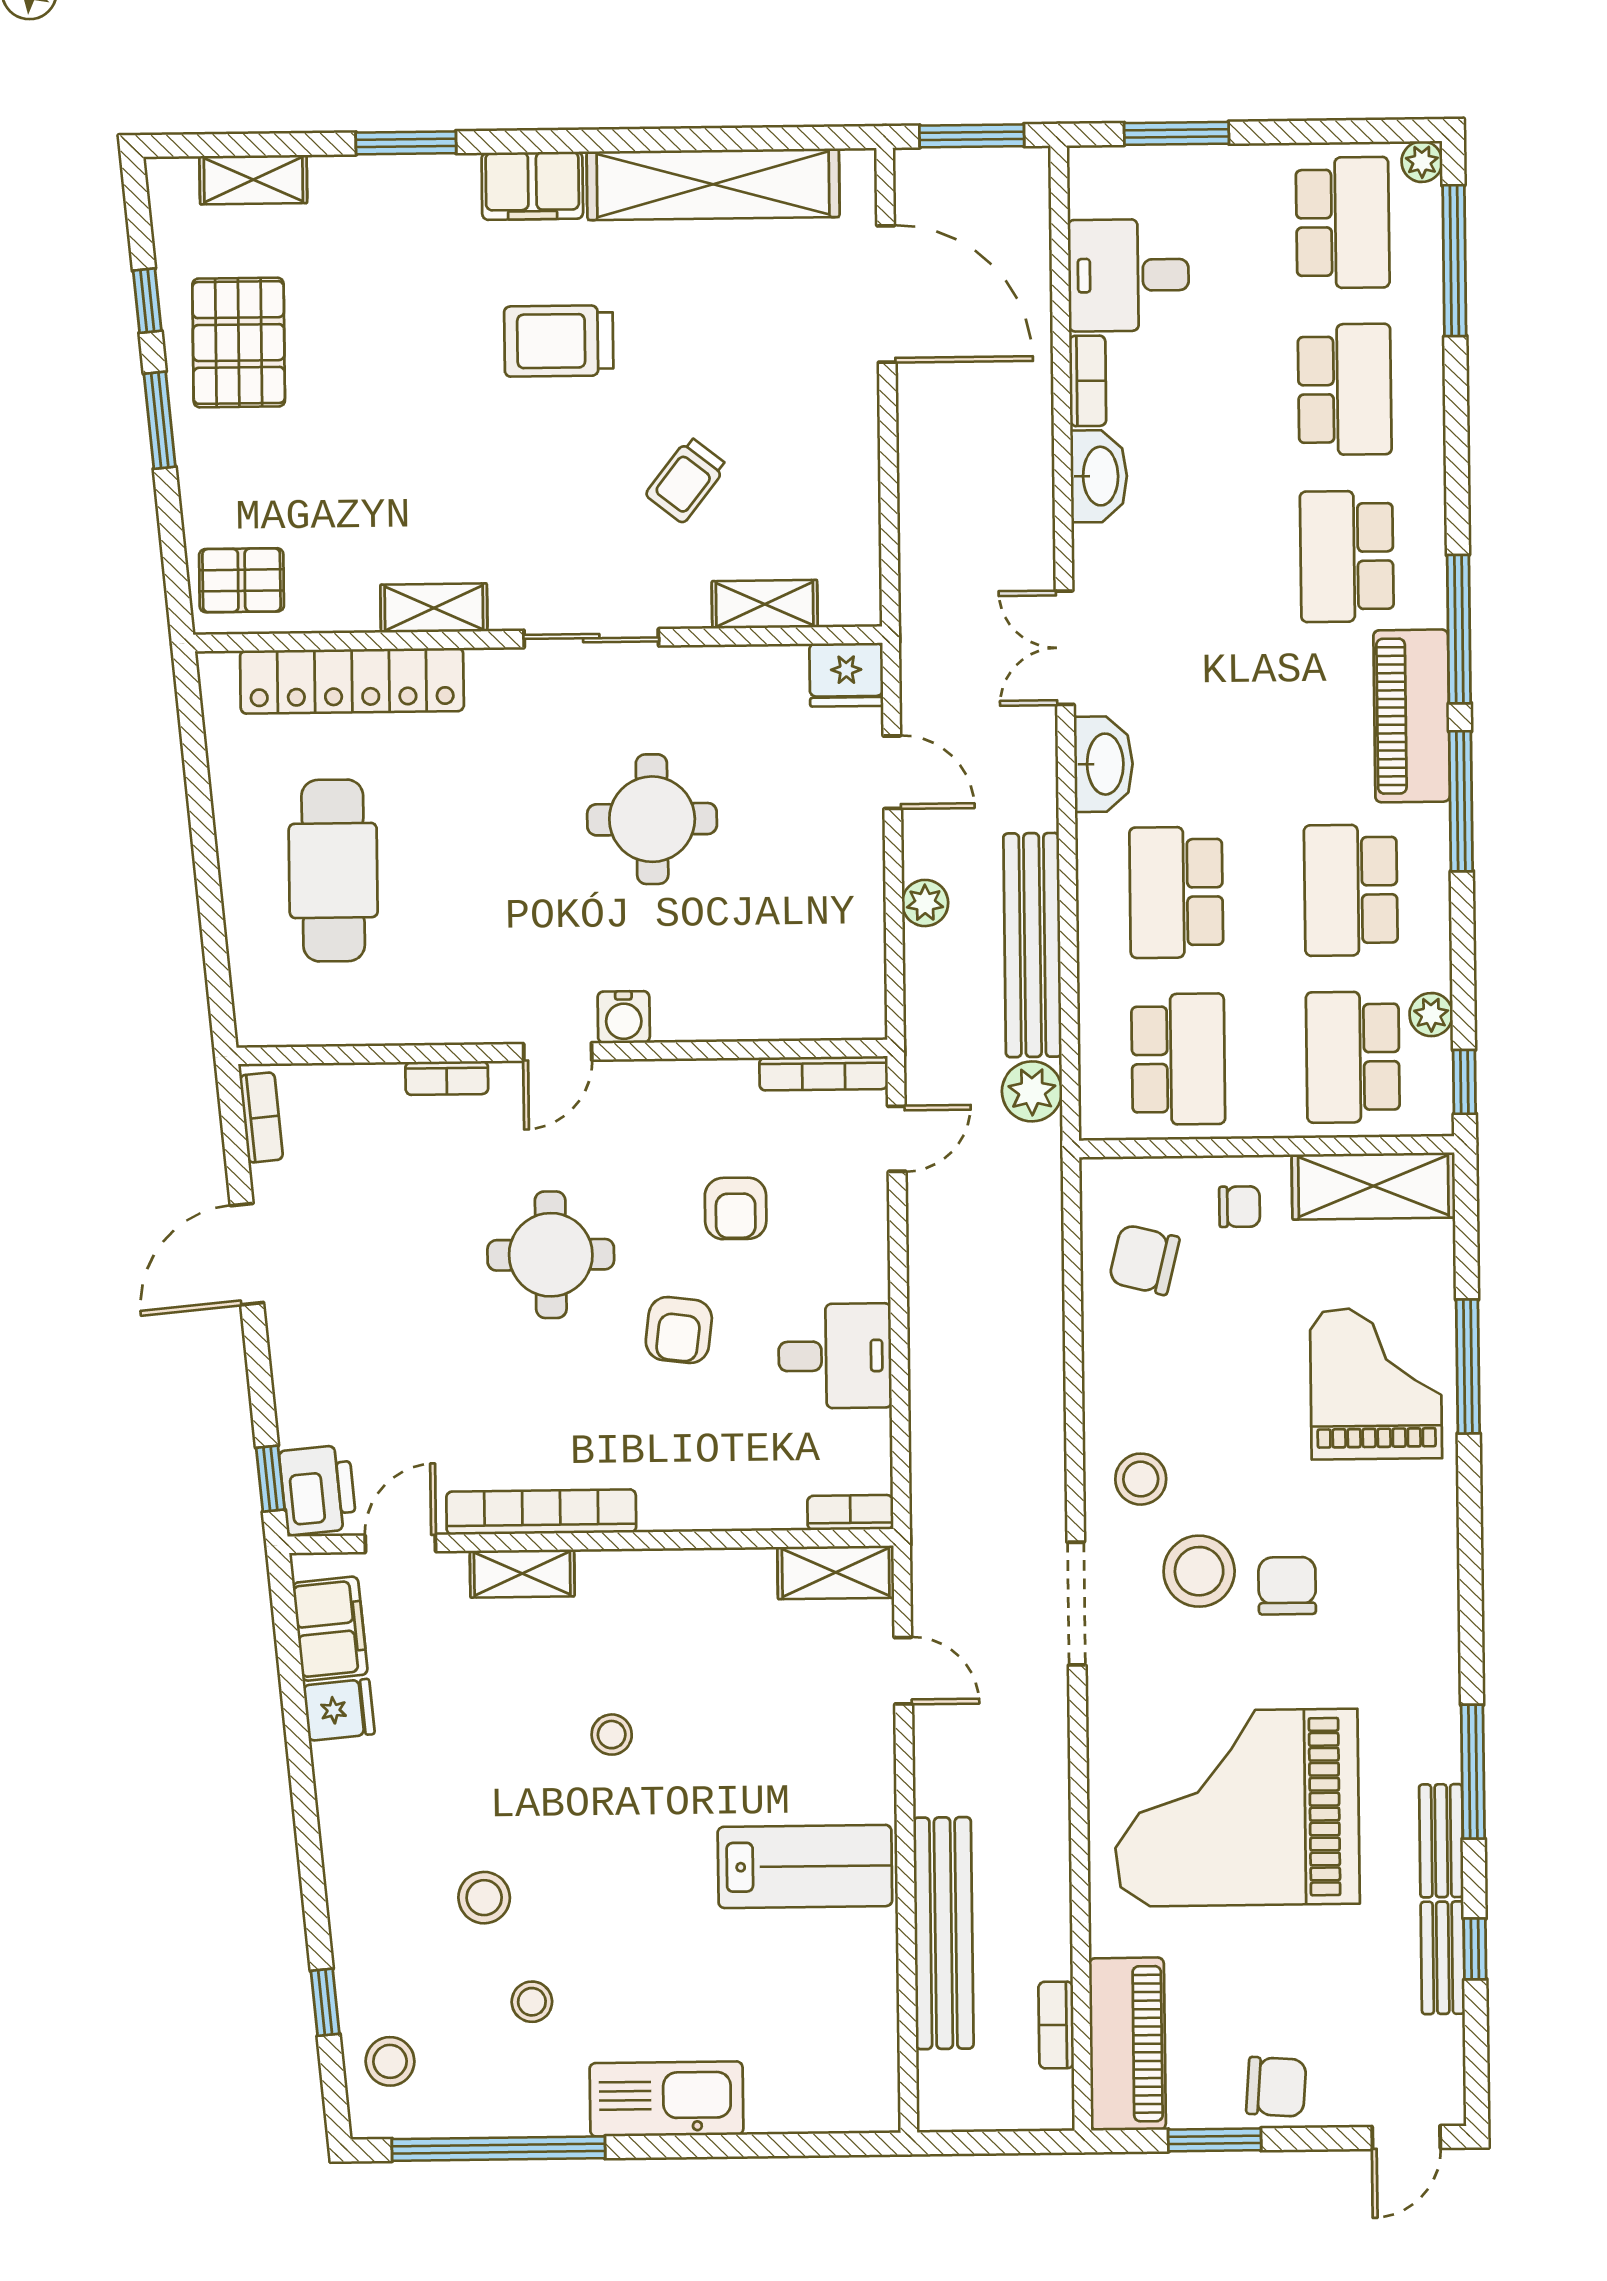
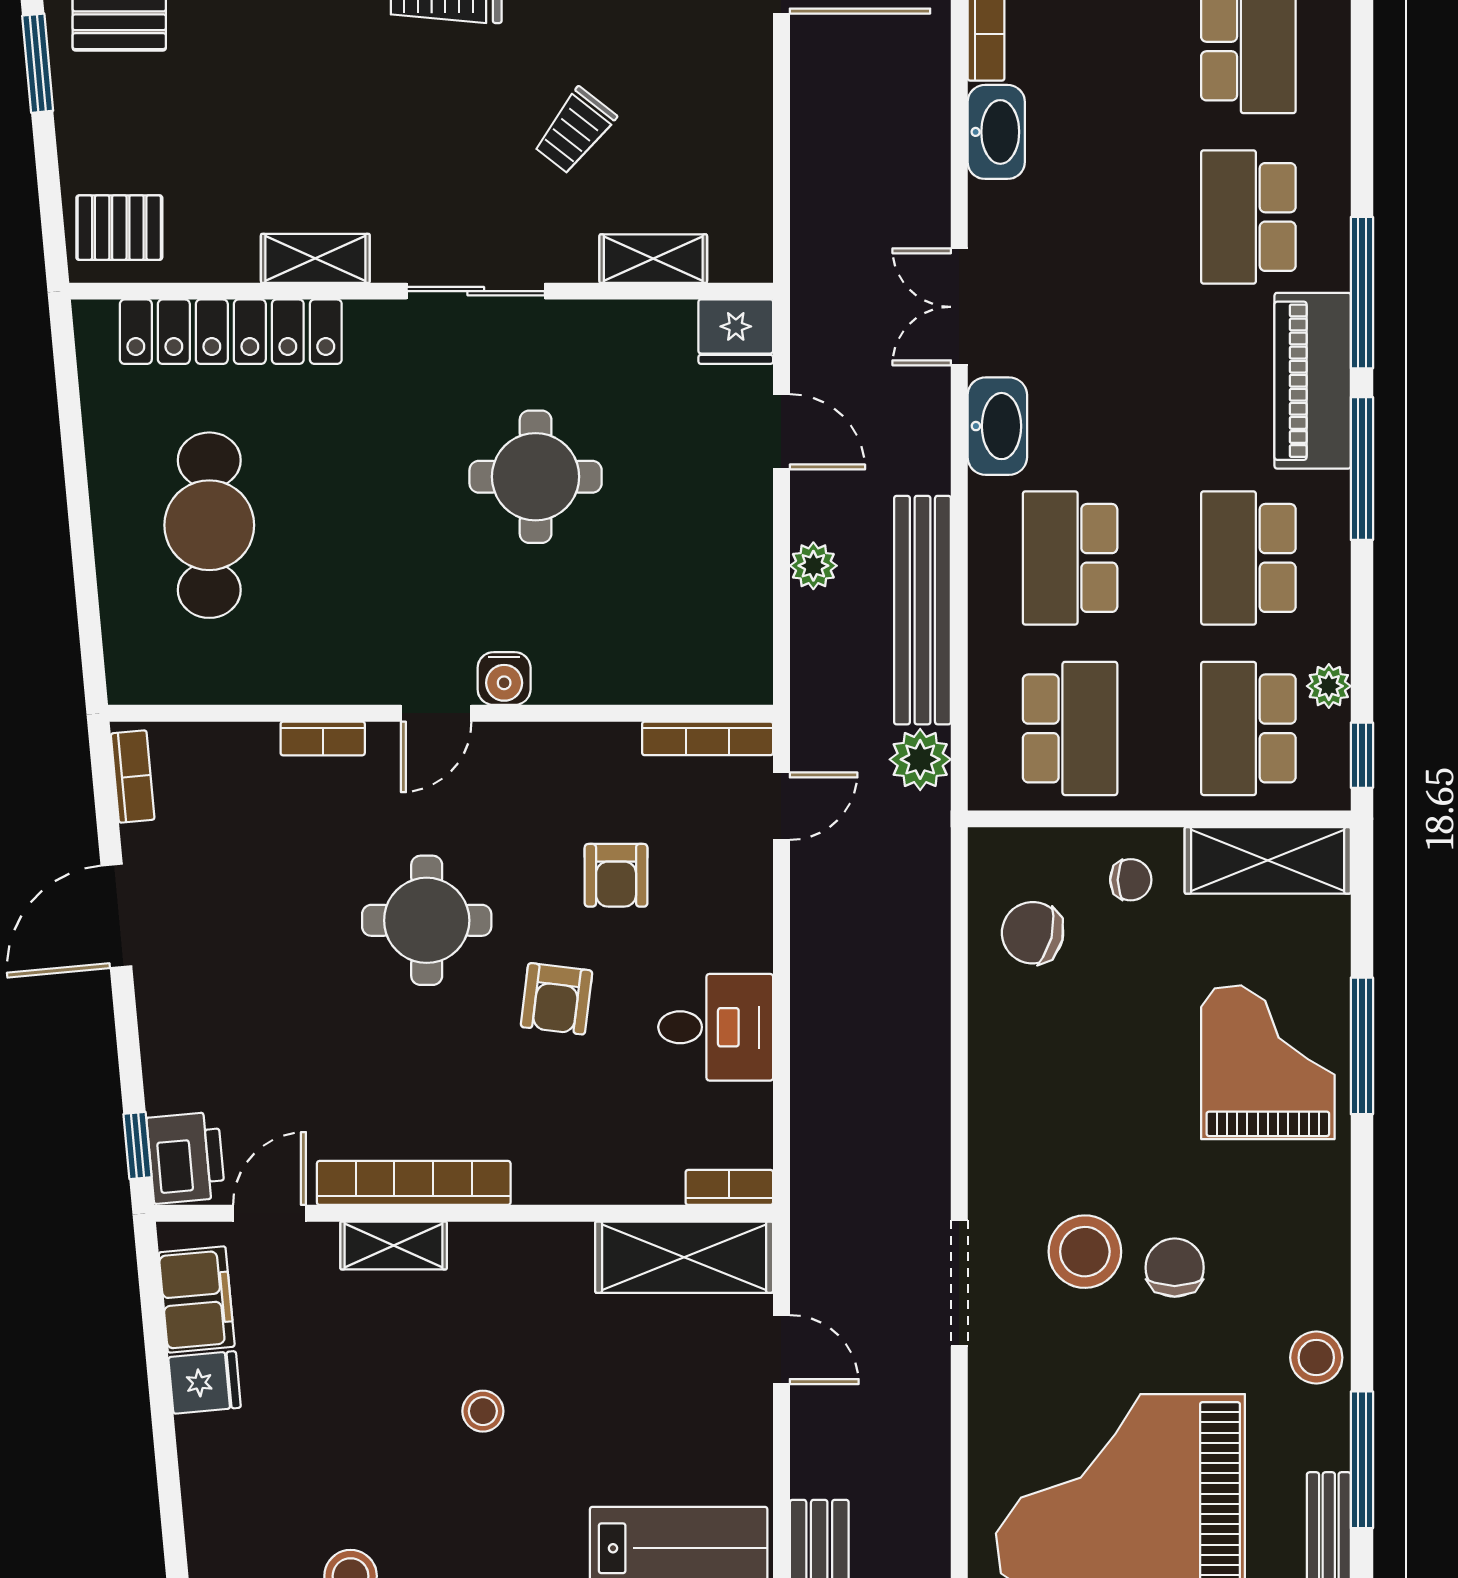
stool: (1141, 1479) -> (1316, 1358), moved
shelving: (836, 1572) -> (684, 1257), width x1.50, depth x1.33

